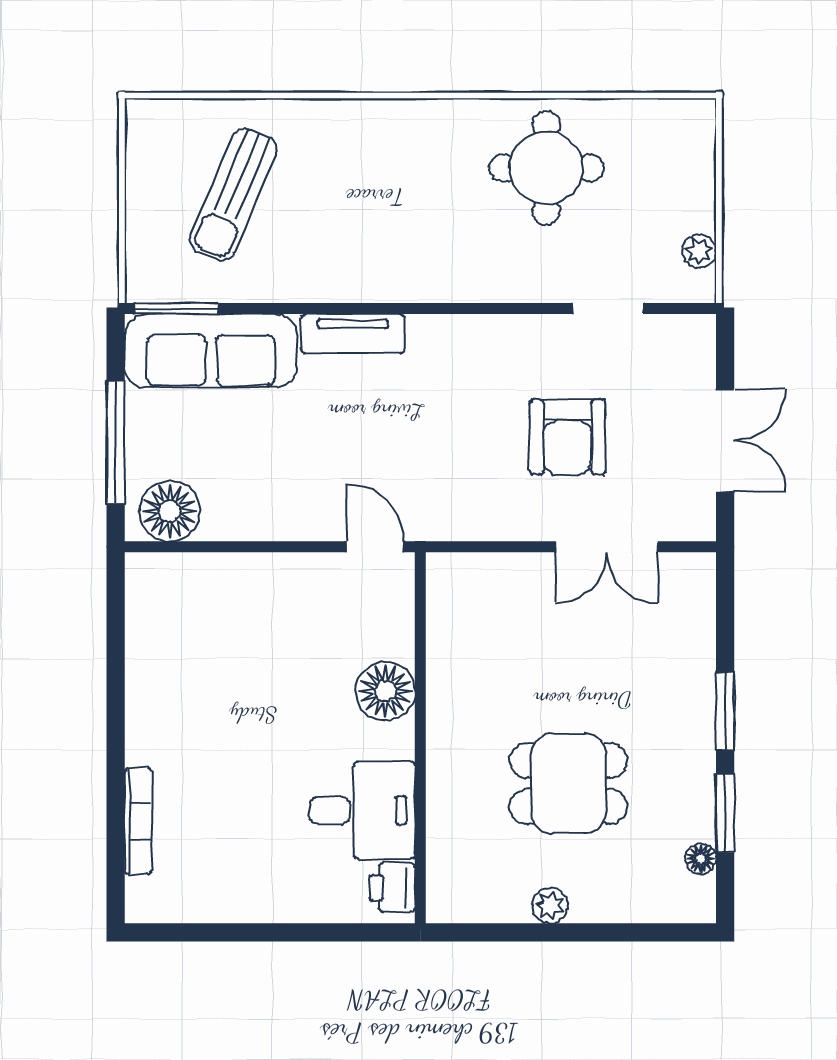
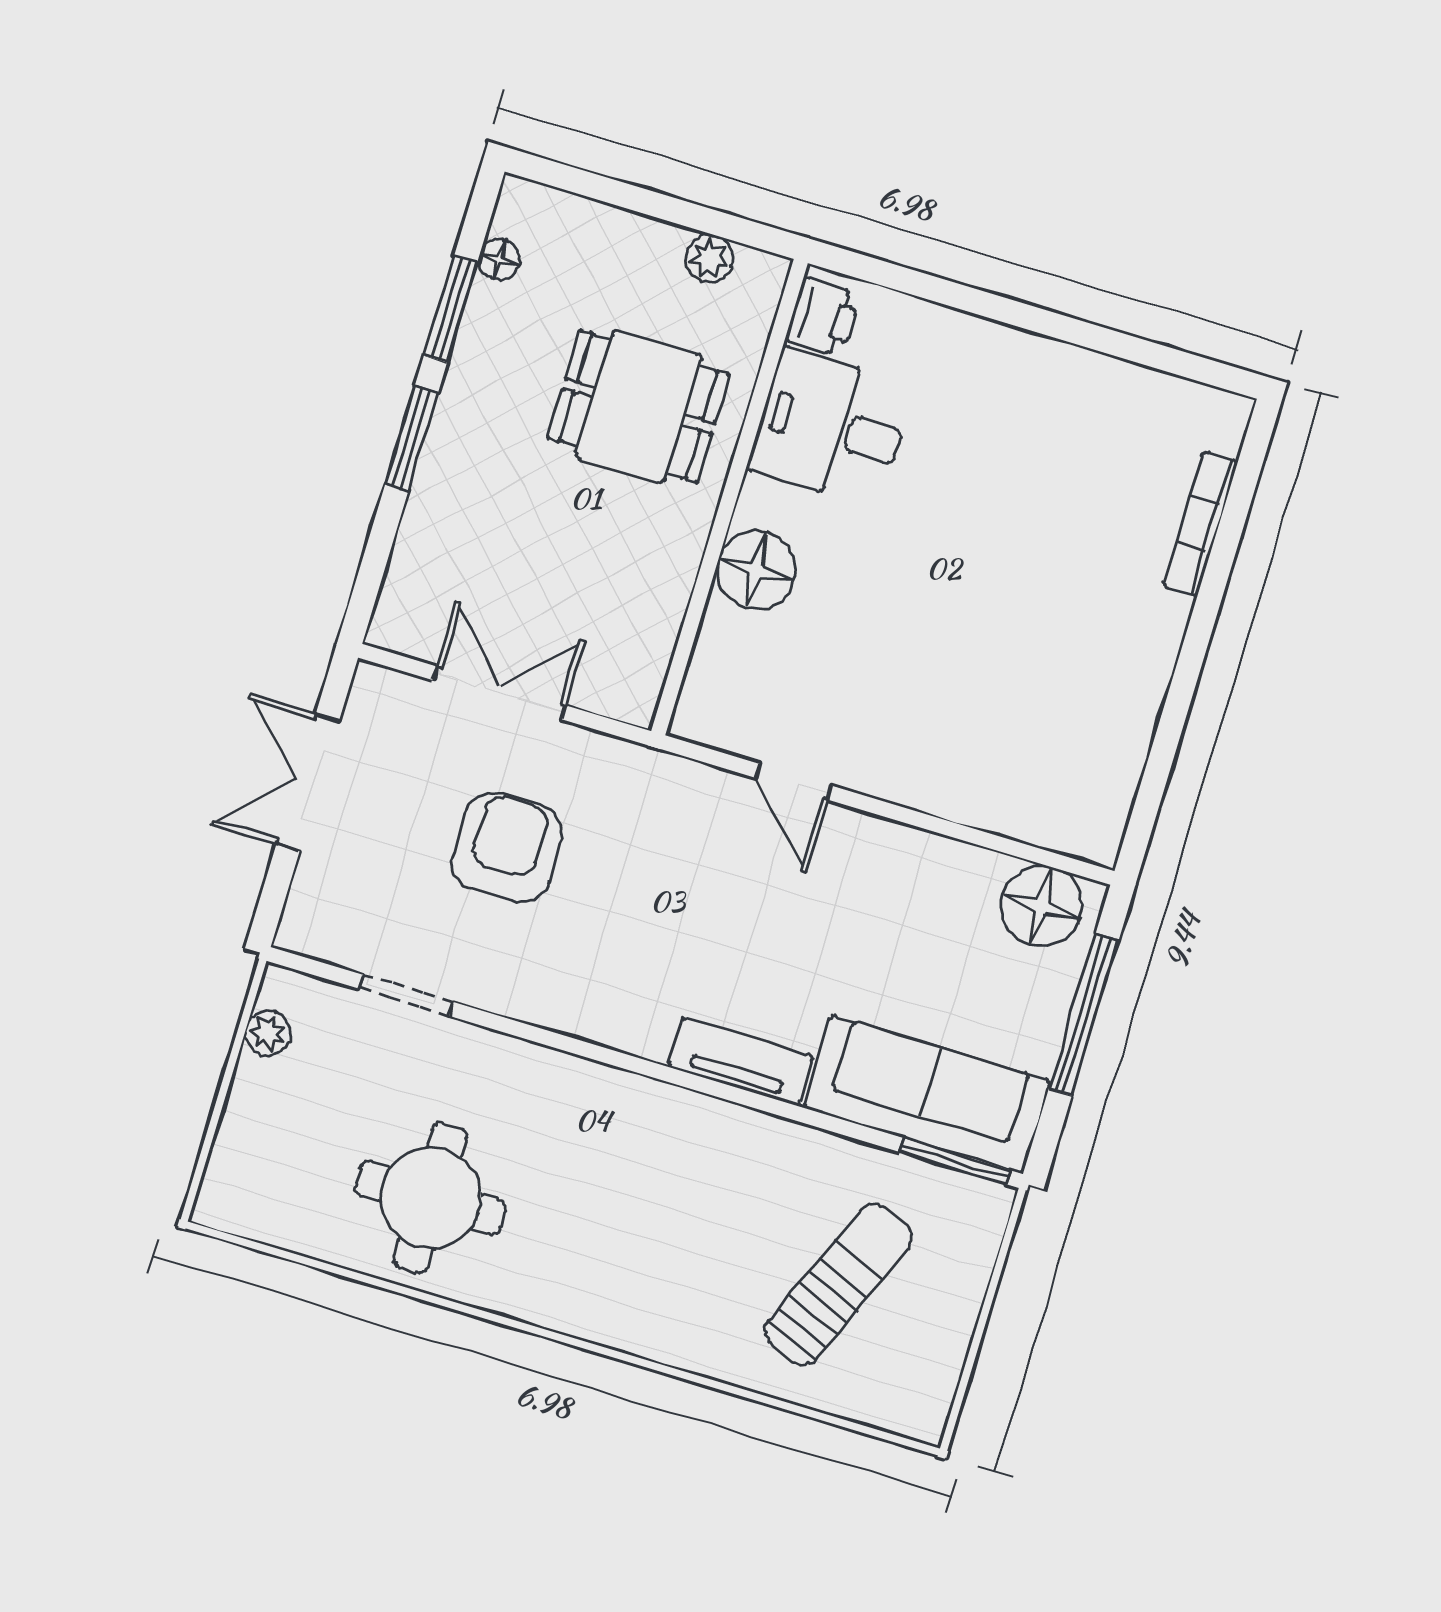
floor lamp: (385, 691) -> (756, 570), moved
wall: (420, 738) -> (730, 497), moved
desk: (362, 810) -> (831, 427), moved
printer: (392, 888) -> (823, 317), moved

